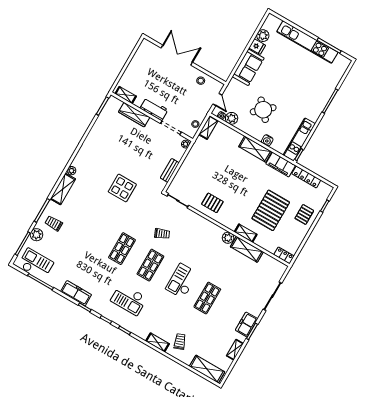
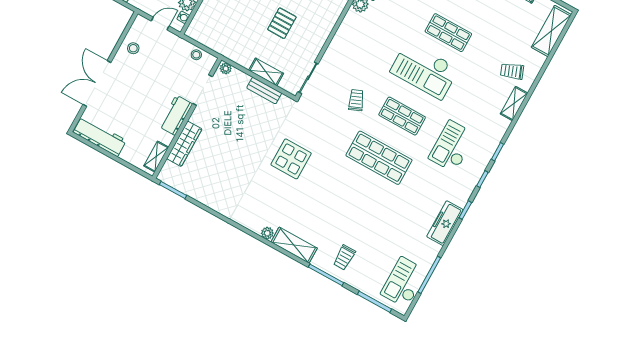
workbench: (140, 56) -> (100, 136), added
shelving: (208, 128) -> (266, 72), moved
pallet: (212, 203) -> (282, 23), moved
plant: (36, 235) -> (361, 282), removed
shop shelf: (122, 249) -> (379, 158), width x1.43, depth x1.36
checkout: (182, 281) -> (424, 70), width x1.36, depth x1.21
checkout: (129, 299) -> (452, 146), turned 180

